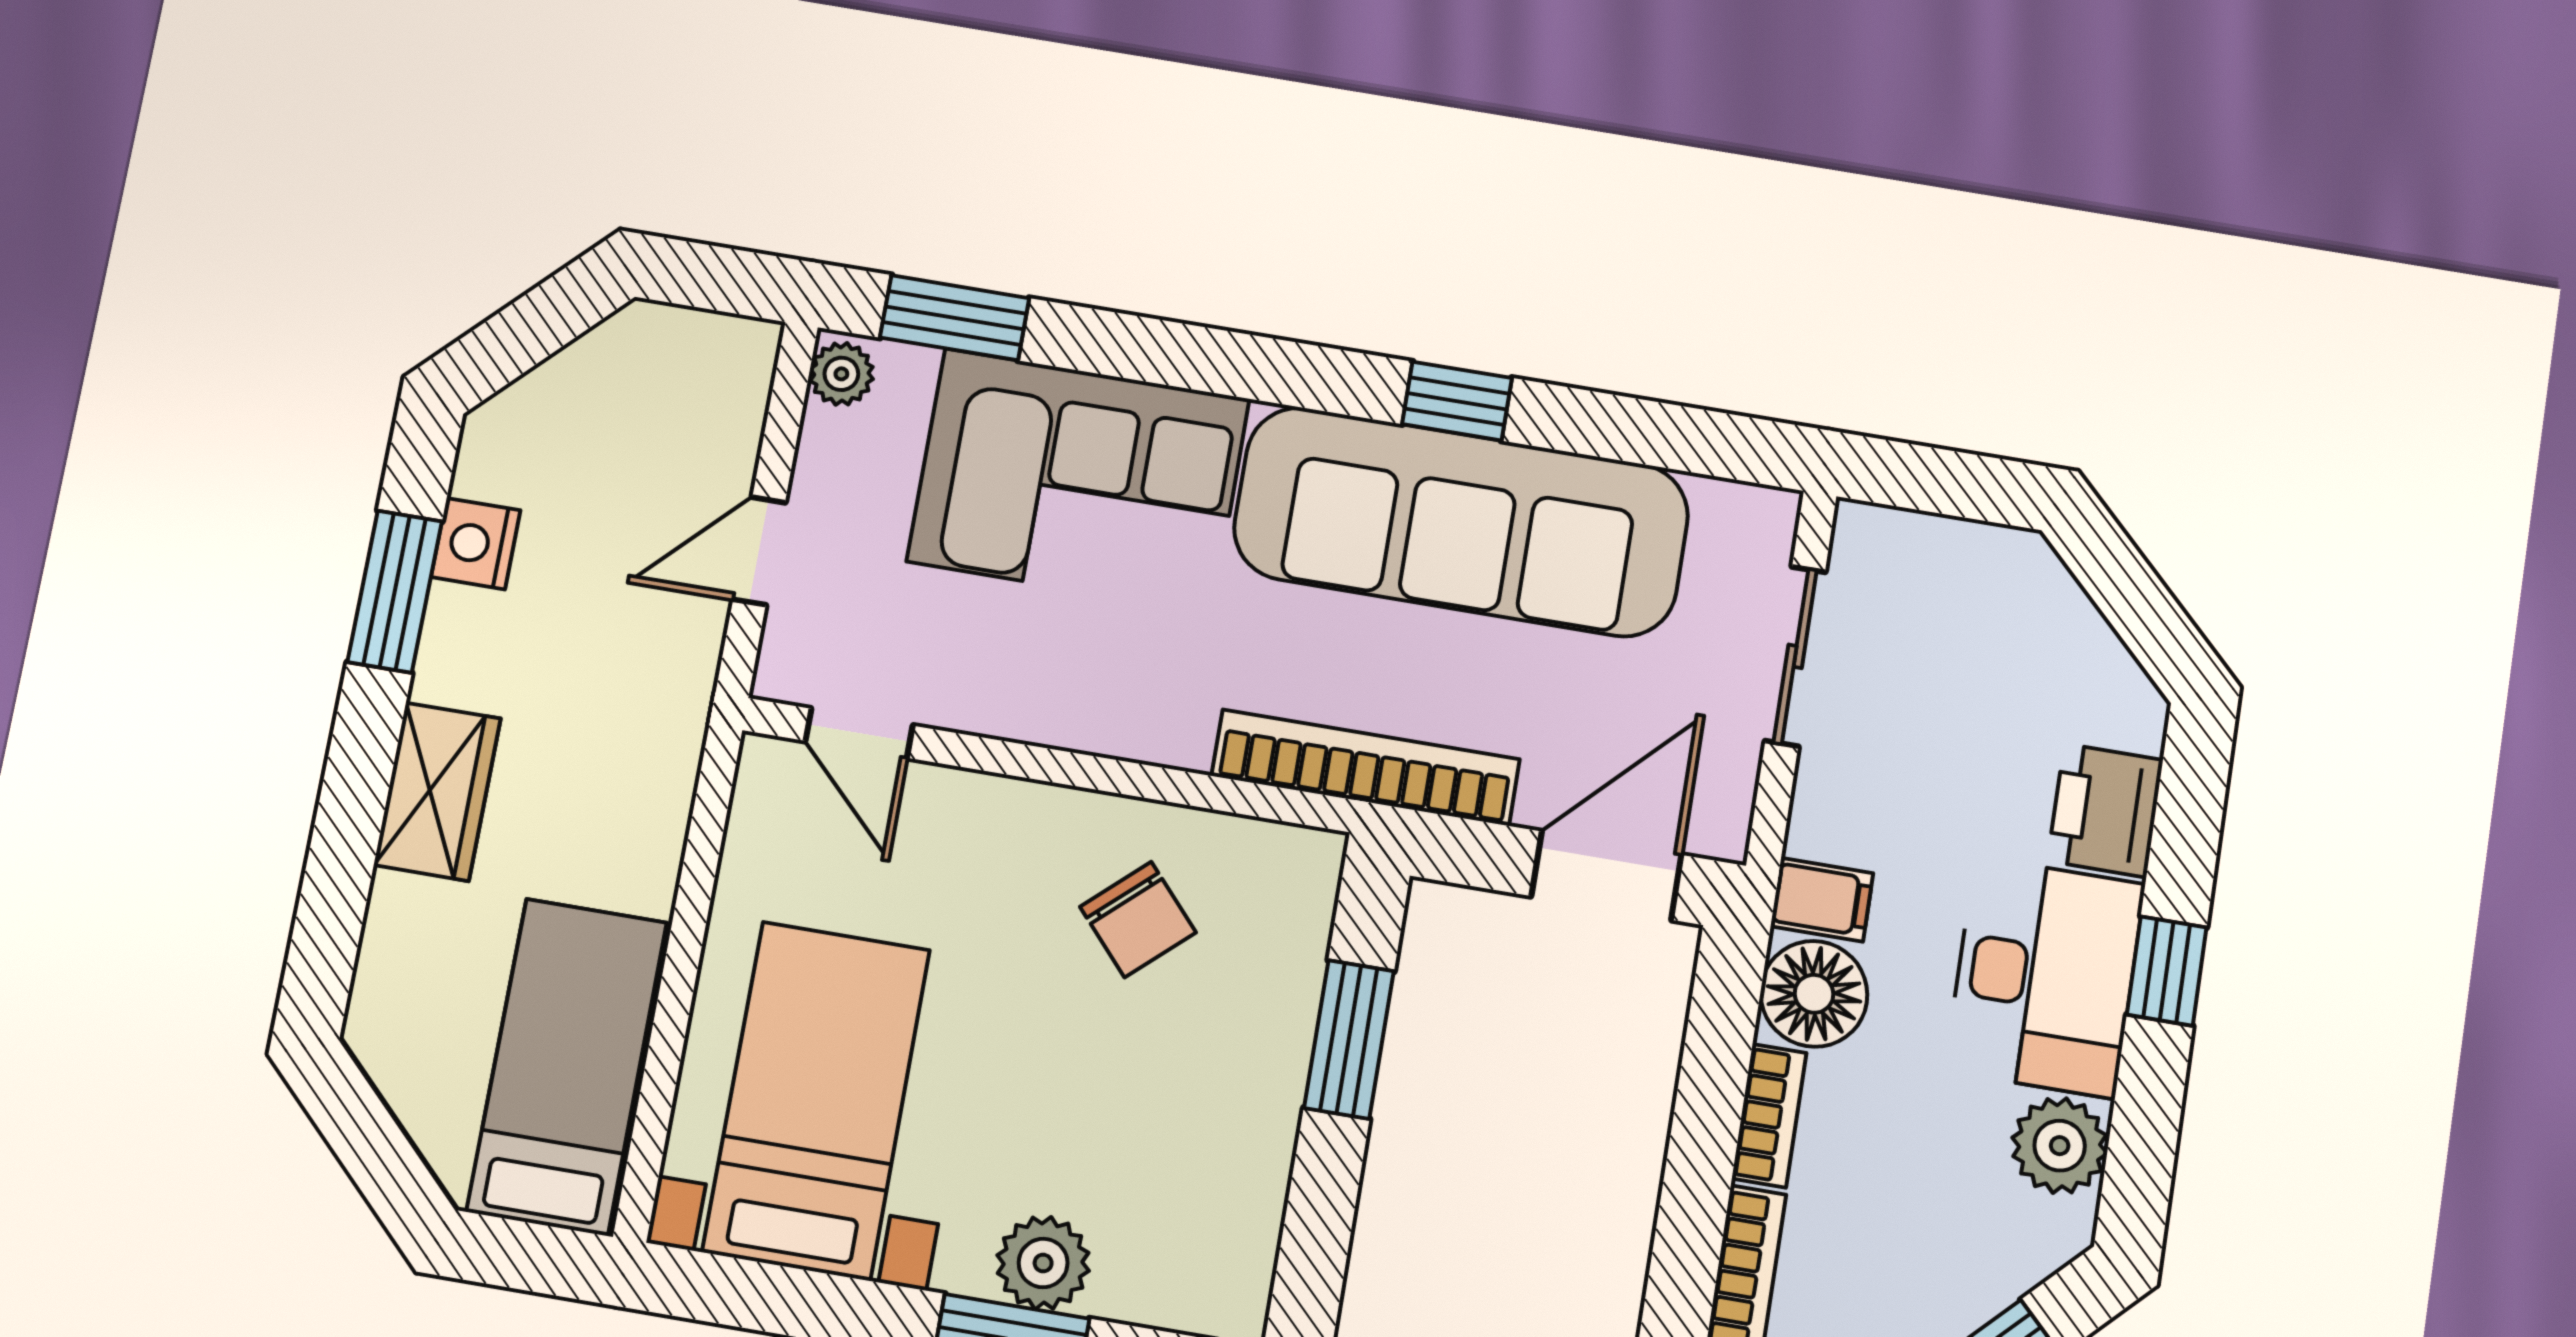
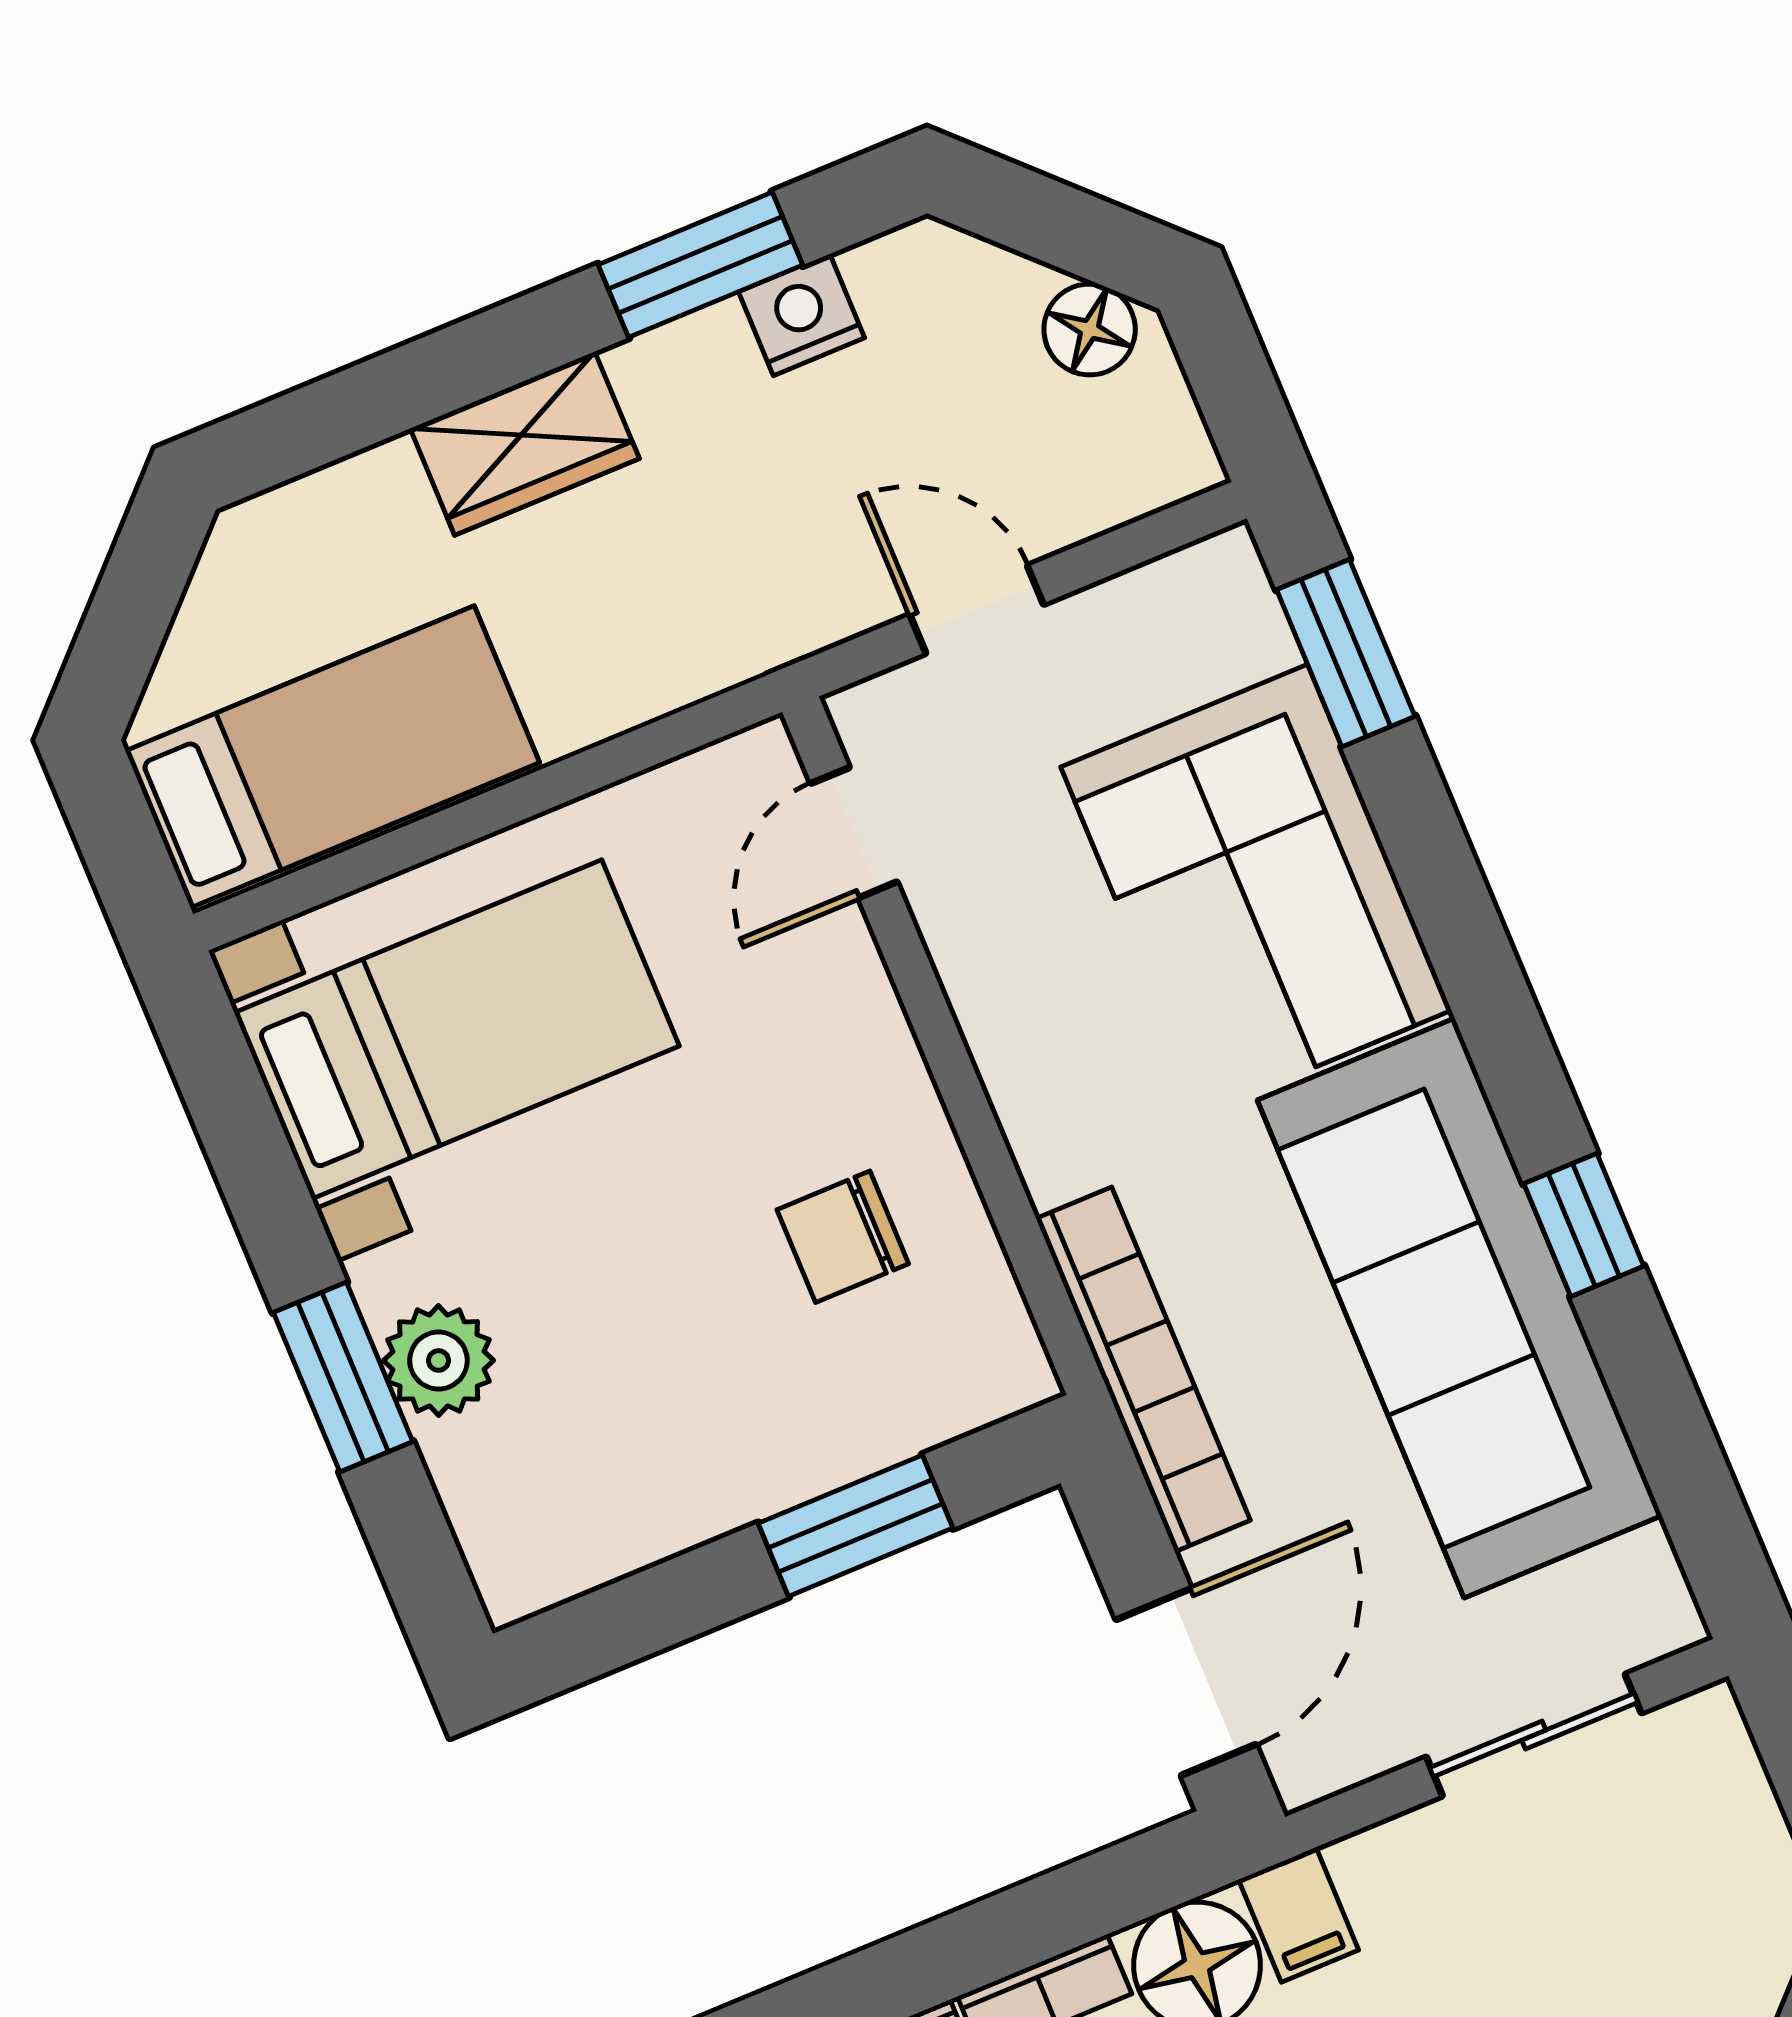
floor lamp: (617, 353) -> (1090, 329), added
plant: (841, 374) -> (1214, 575), removed
door: (1606, 876) -> (1186, 1682), hinge flipped
chair: (1138, 920) -> (843, 1237), turned 42

